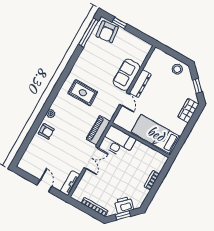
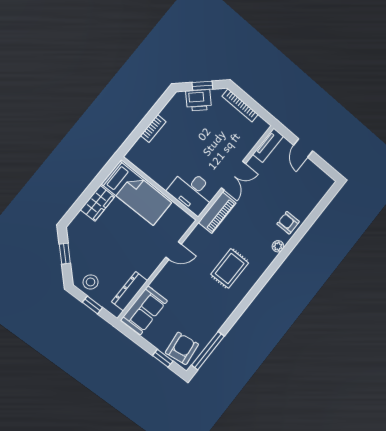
window: (173, 54) -> (92, 305), added
sofa: (127, 75) -> (144, 310), moved
dresser: (140, 83) -> (130, 291), moved
rug: (83, 93) -> (230, 269), turned 90
door: (124, 99) -> (174, 251), swing flipped
wardrobe: (188, 111) -> (97, 203), moved
double door: (91, 158) -> (233, 176), swing flipped

